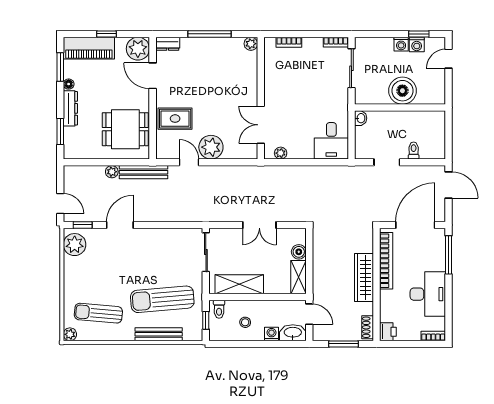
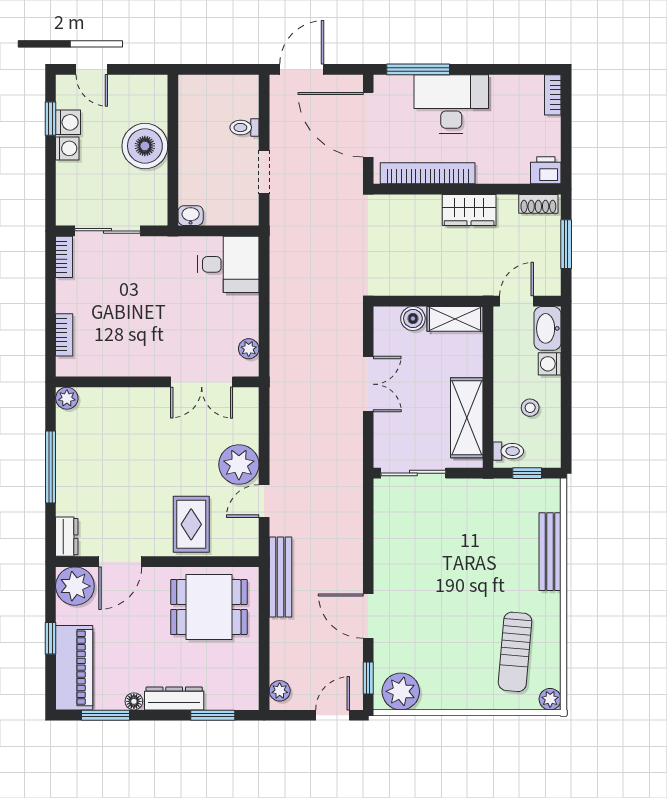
dining table: (125, 129) -> (209, 607), turned 90
plant: (112, 172) -> (280, 691), moved
wardrobe: (364, 278) -> (469, 210), width x0.67
desk: (428, 294) -> (451, 104), moved
sun lounger: (162, 299) -> (492, 545), removed

